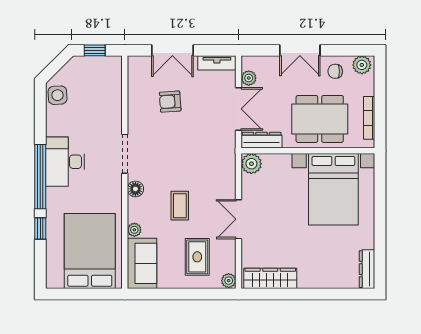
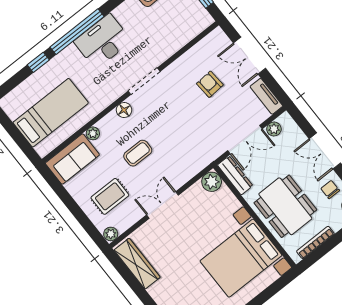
bed: (90, 251) -> (51, 113), width x0.67

